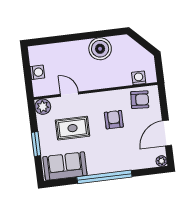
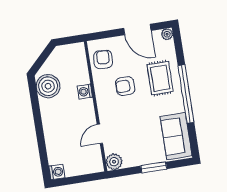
boiler: (100, 49) -> (48, 86), moved
washing machine: (37, 72) -> (57, 172), moved, turned 90
washing machine: (139, 78) -> (85, 92), moved
rug: (73, 128) -> (160, 78), moved

